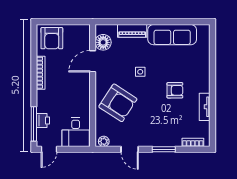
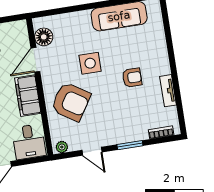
piano: (132, 31) -> (74, 19), removed
side table: (140, 72) -> (90, 63), width x1.87, depth x1.87
filing cabinet: (81, 92) -> (28, 96), added

